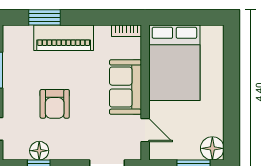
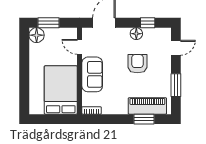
piano: (64, 38) -> (147, 106), moved
floor lamp: (39, 151) -> (136, 34), moved

